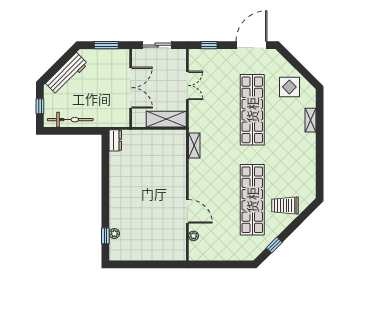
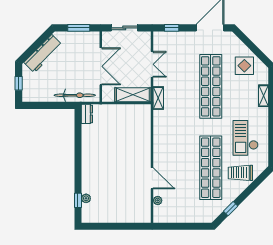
bicycle: (70, 120) -> (75, 95), moved
shelving: (194, 145) -> (158, 98), moved
checkout: (291, 167) -> (246, 138), added

